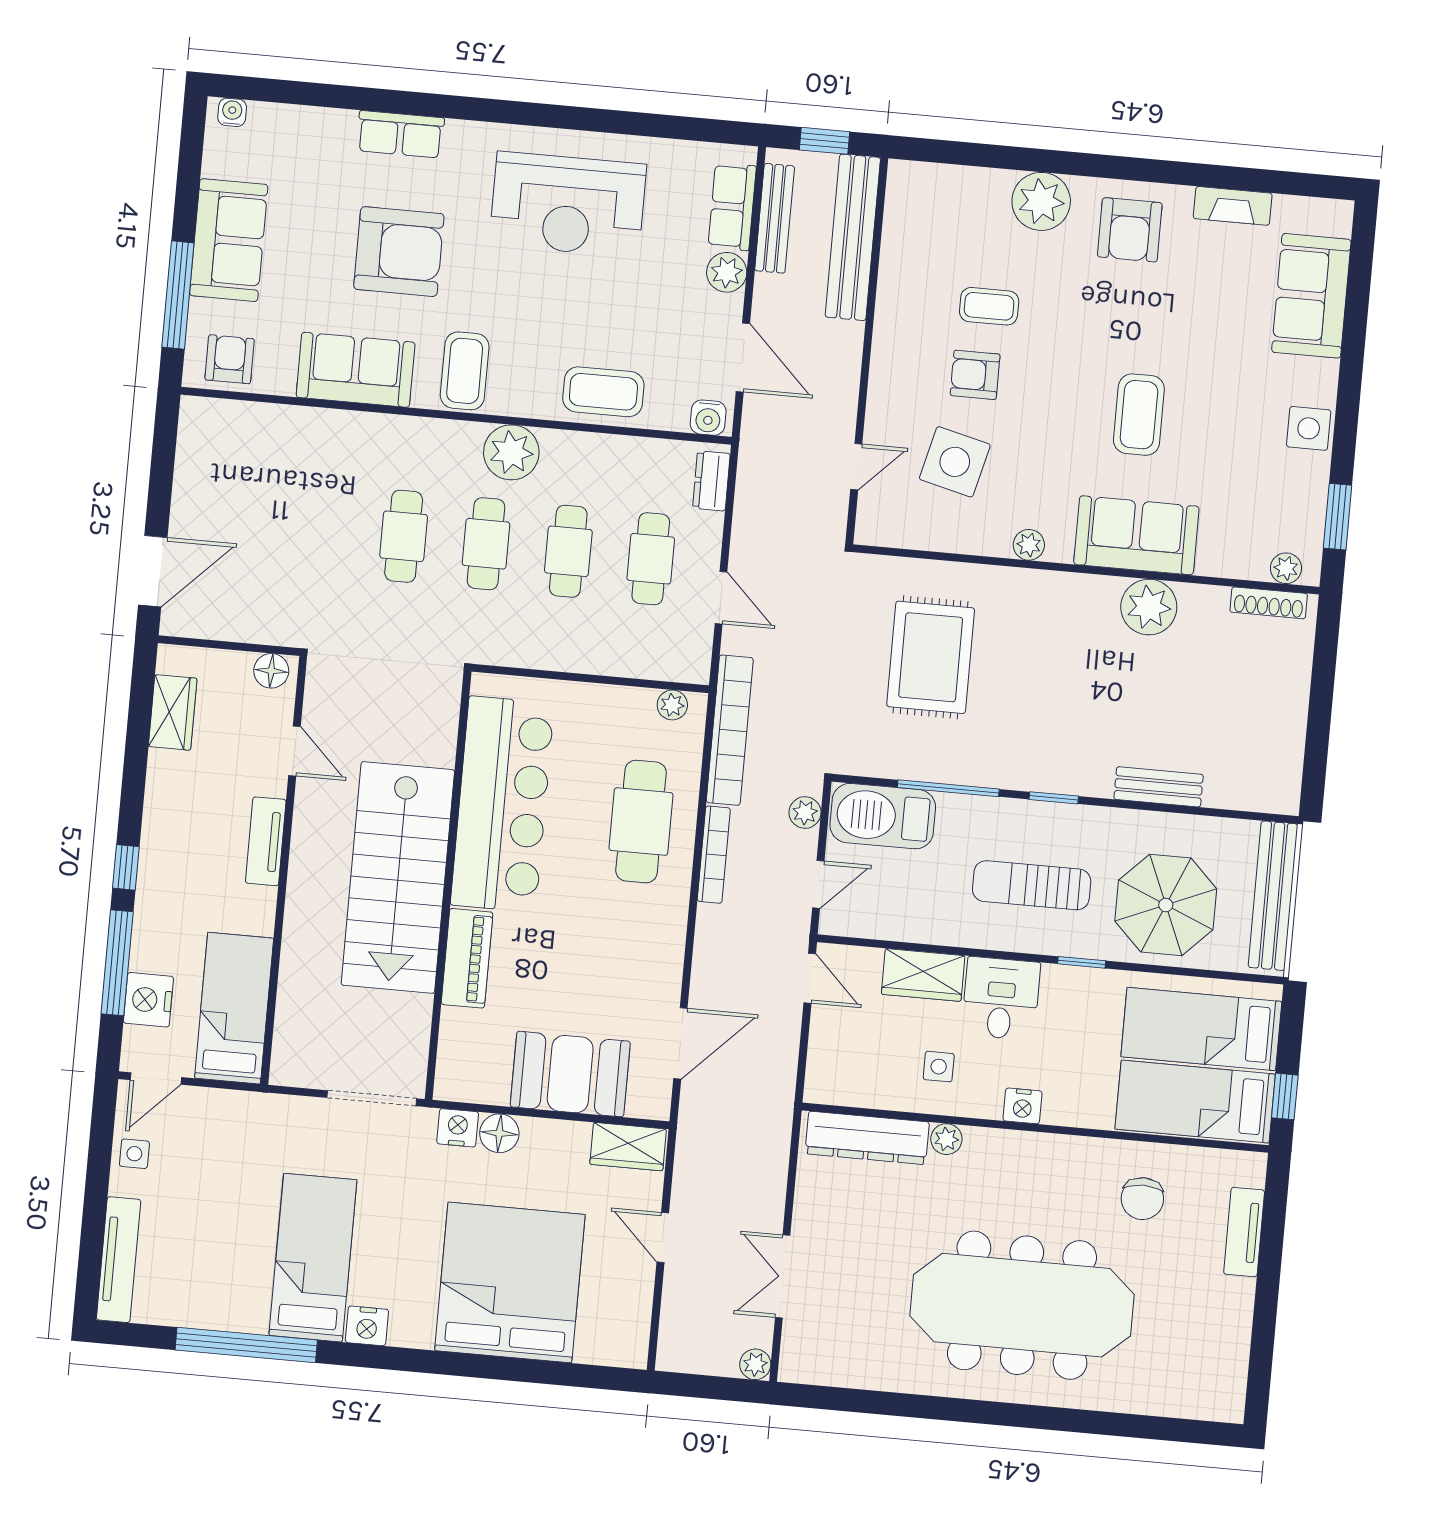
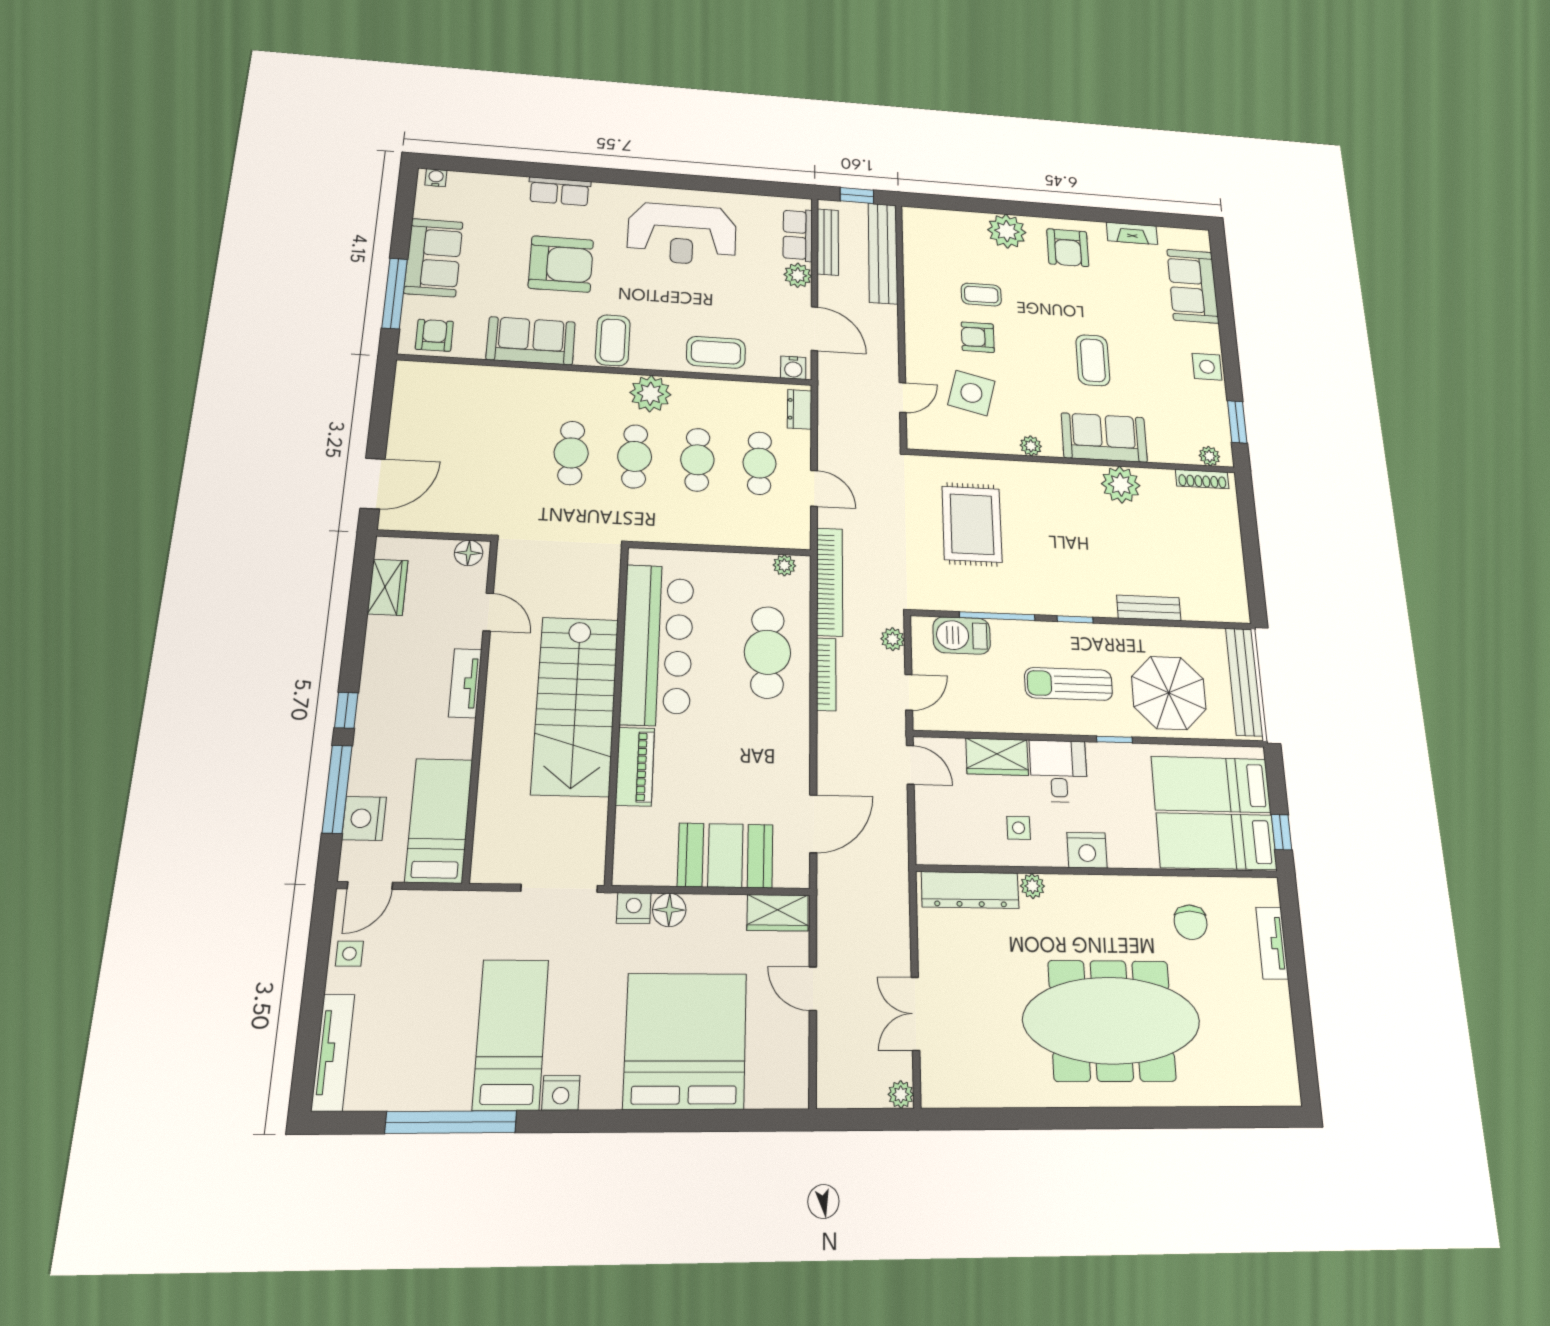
barbecue: (883, 816) -> (962, 635), width x0.73, depth x0.83
nightstand: (1022, 1106) -> (1087, 850), width x1.36, depth x1.33

